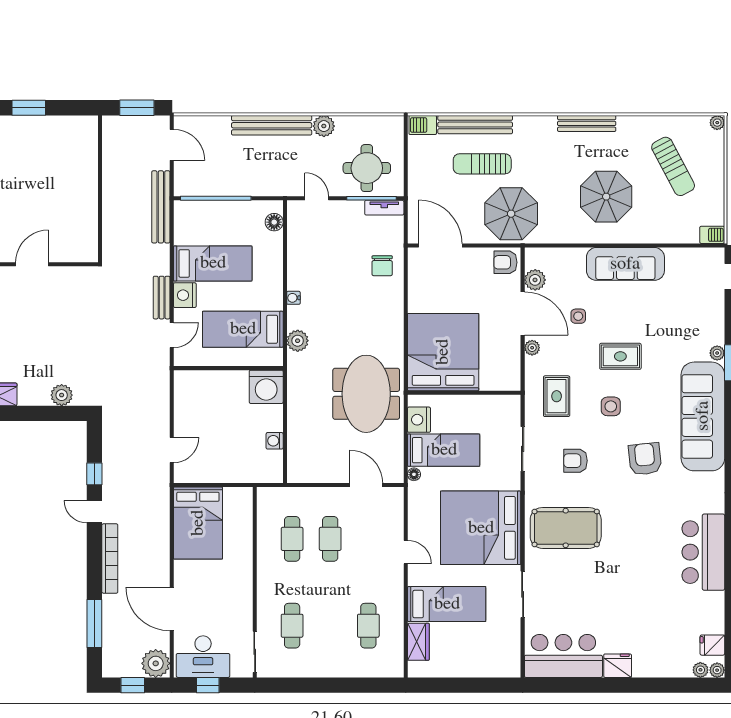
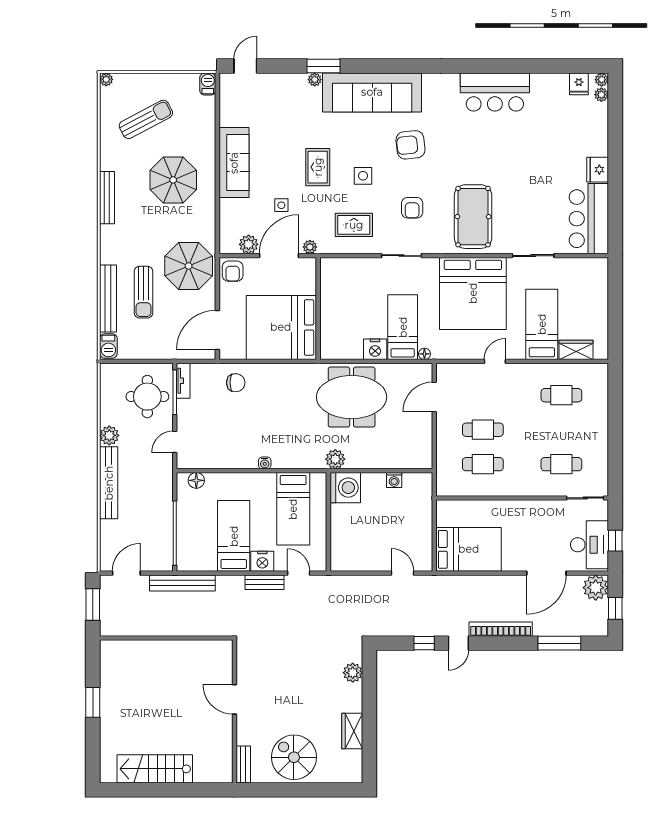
plant: (298, 341) -> (335, 459), moved
bed: (443, 352) -> (281, 327), moved
wall: (464, 393) -> (318, 308), moved

